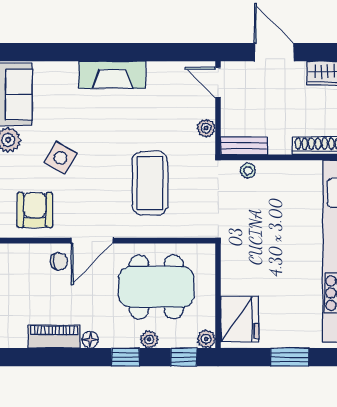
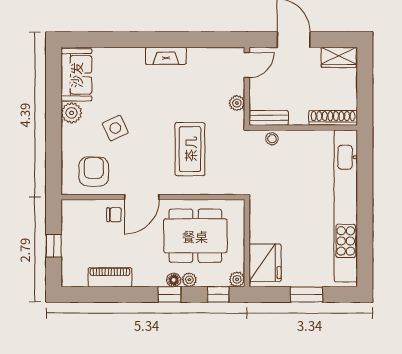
fireplace: (112, 75) -> (166, 56), width x0.73, depth x0.76
door: (218, 82) -> (247, 65), swing flipped
side table: (61, 158) -> (115, 128), turned 35
floor lamp: (90, 340) -> (174, 280), moved

